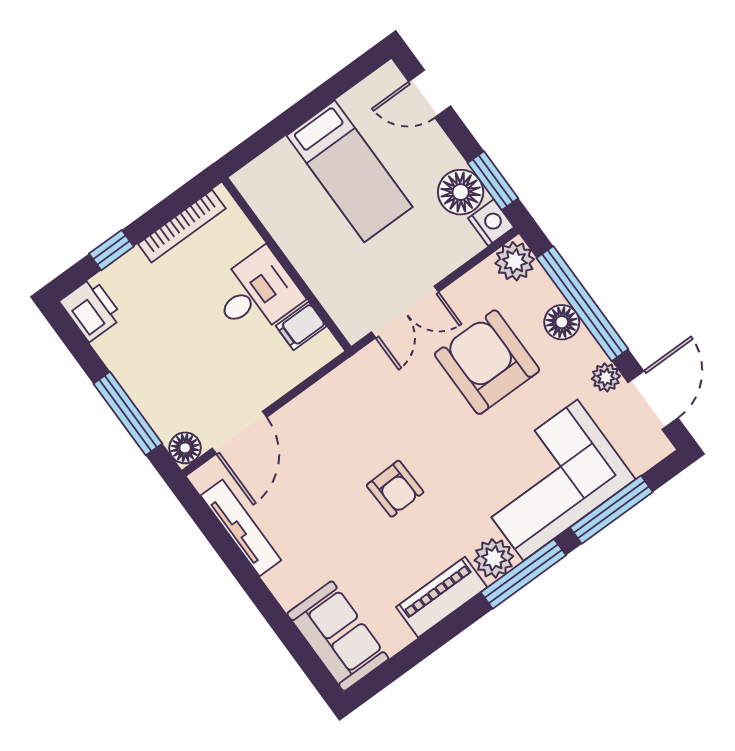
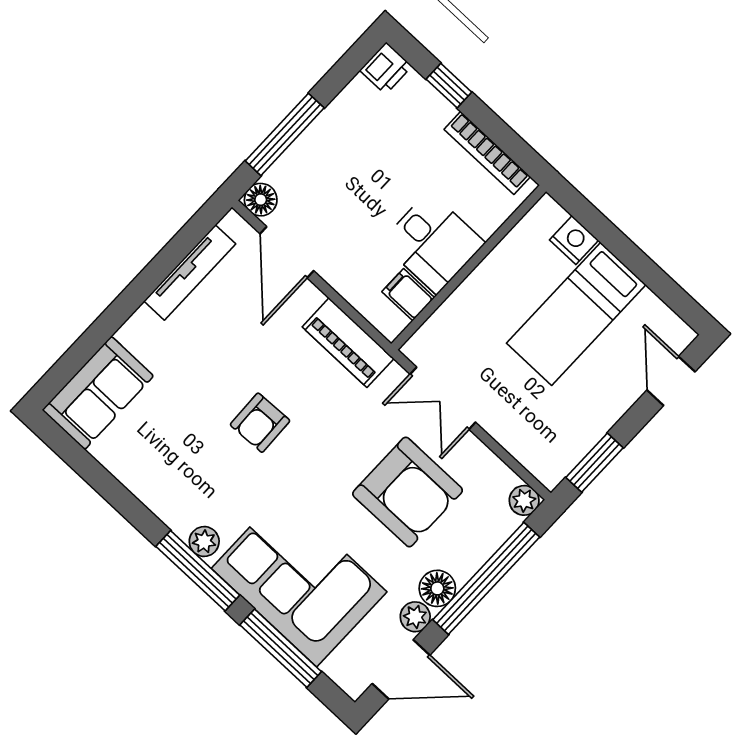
floor lamp: (461, 192) -> (577, 432), removed
nightstand: (491, 223) -> (574, 240), moved, turned -90
plant: (515, 261) -> (524, 500), width x0.73, depth x0.73
printer: (91, 309) -> (386, 68), width x0.73, depth x0.81
floor lamp: (562, 322) -> (437, 588), moved
armchair: (487, 362) -> (408, 492), turned 90
door: (239, 433) -> (287, 252), hinge flipped
plant: (494, 558) -> (204, 541), width x0.73, depth x0.73
piano: (442, 597) -> (348, 343), moved, turned 180

